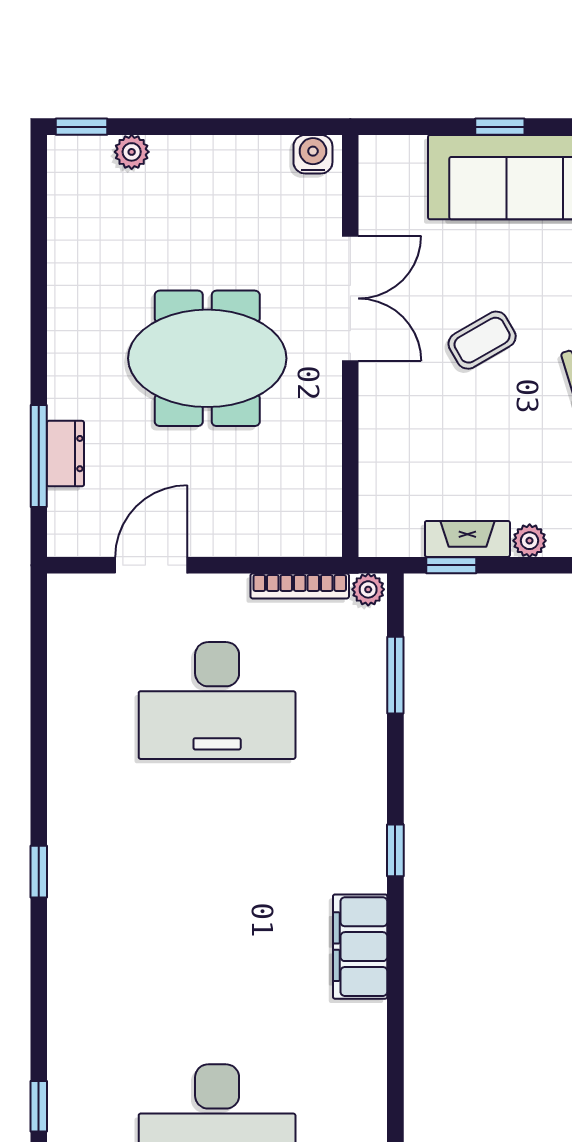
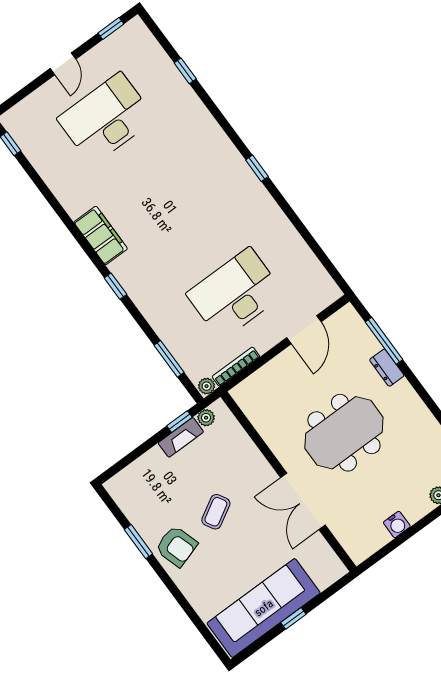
water cooler: (313, 154) -> (397, 524), moved
coffee table: (482, 340) -> (216, 512), moved
dresser: (65, 454) -> (387, 368), moved
plant: (530, 541) -> (206, 418), moved

